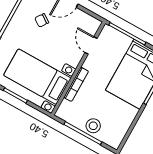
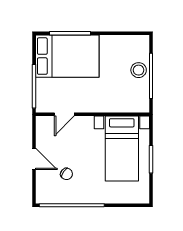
bookcase: (76, 84) -> (108, 108), removed

